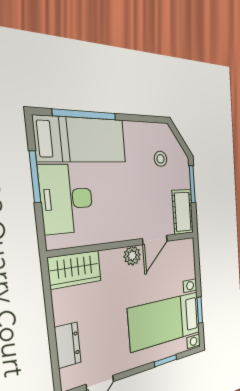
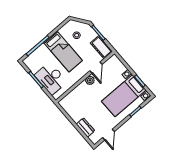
bed: (82, 140) -> (63, 51), moved, turned 90
wardrobe: (75, 269) -> (70, 100), removed

